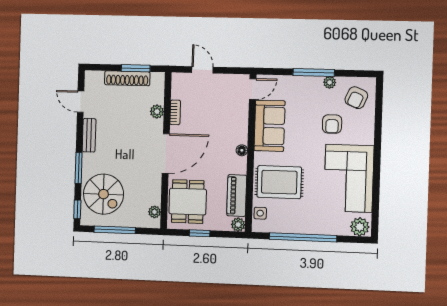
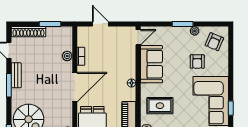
window: (314, 72) -> (183, 24), width x0.69
shoe rack: (127, 78) -> (28, 32), moved
window: (79, 168) -> (9, 85), moved
rug: (279, 182) -> (160, 106), width x0.73, depth x0.70
window: (376, 189) -> (231, 108), added

